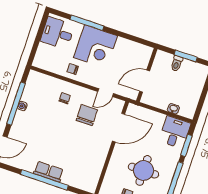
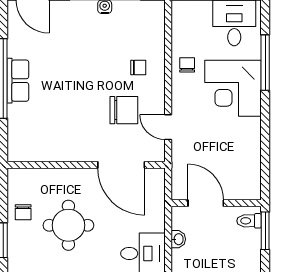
wall: (147, 75) -> (216, 203), moved
door: (145, 81) -> (206, 203), moved

